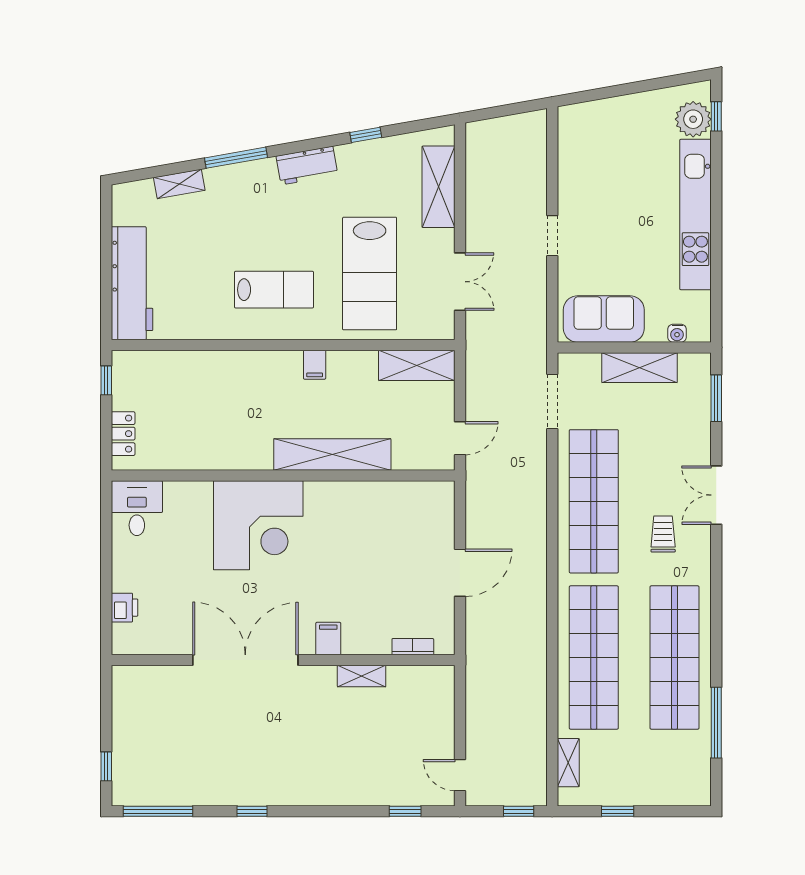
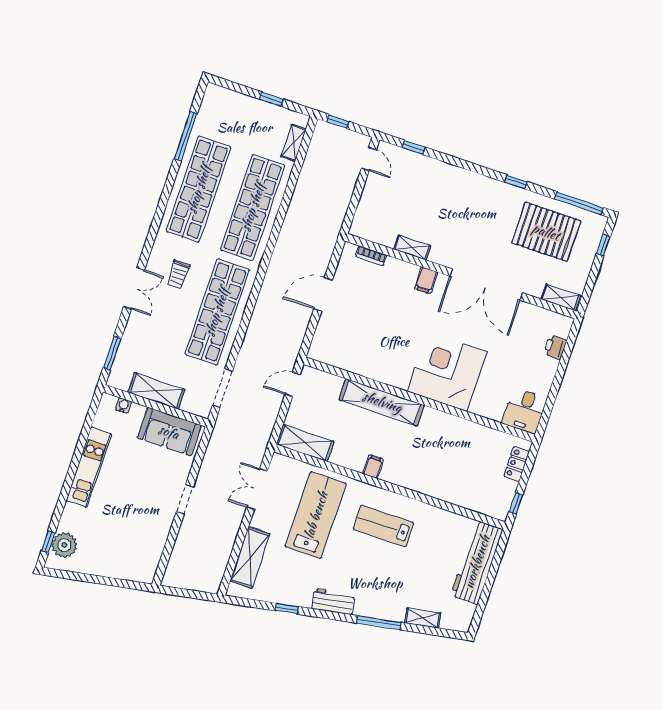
kitchen unit: (695, 215) -> (89, 467), width x0.73
shelving: (140, 677) -> (561, 297), added
pallet: (189, 758) -> (546, 232), added

